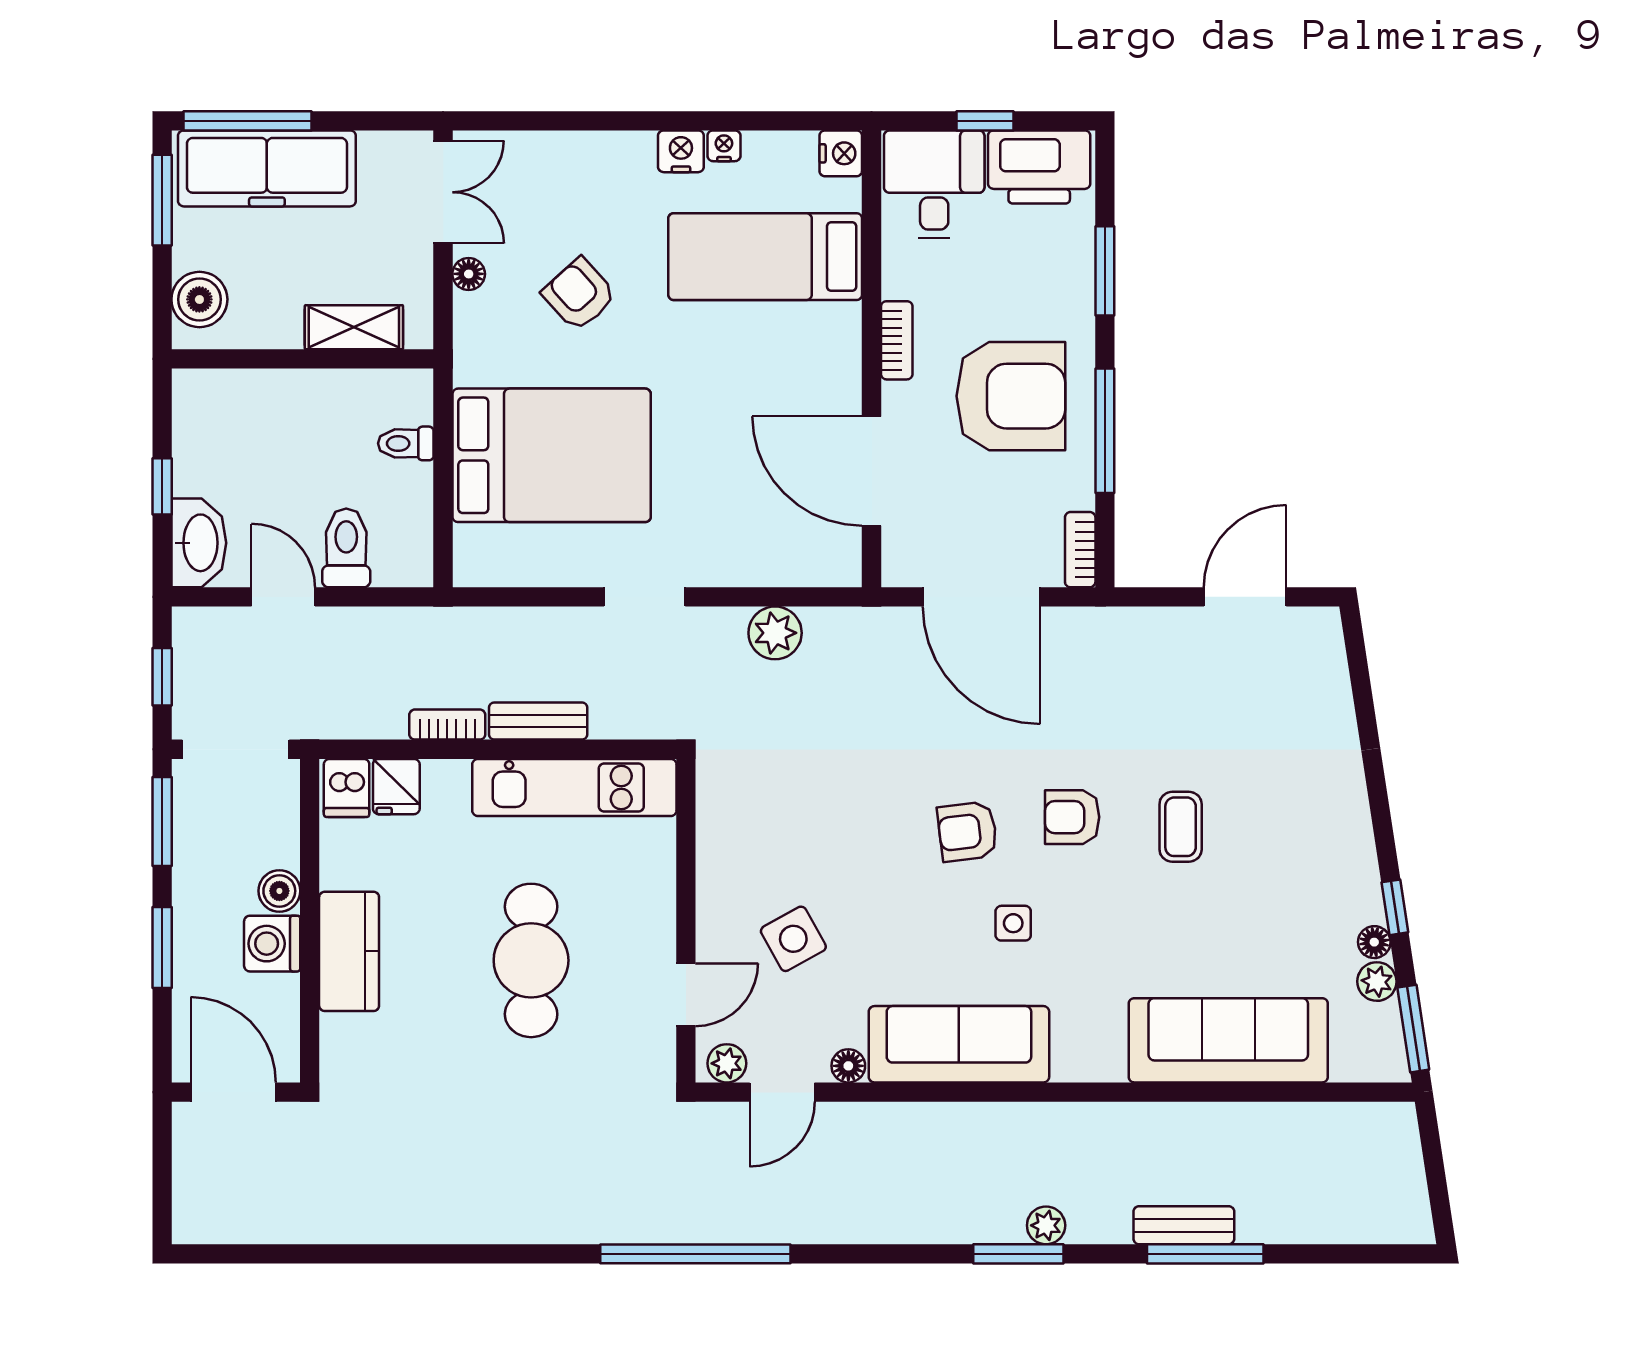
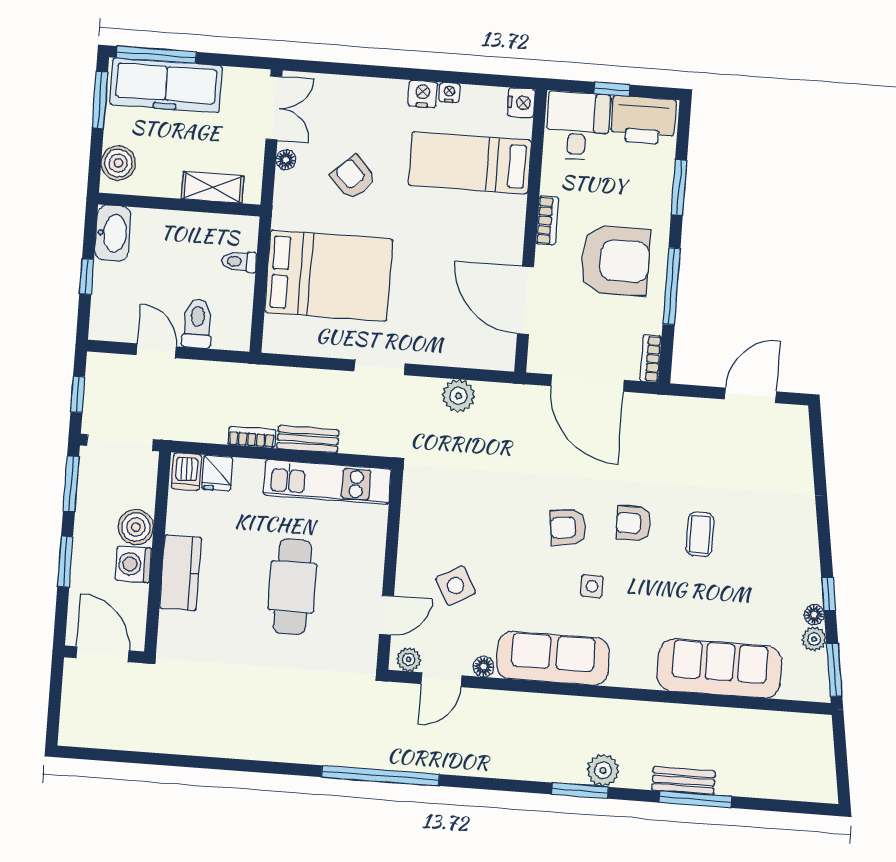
washbasin: (199, 543) -> (113, 233), moved
boiler: (279, 891) -> (136, 527), width x1.36, depth x1.36
plant: (1046, 1225) -> (603, 770), width x1.38, depth x1.38

